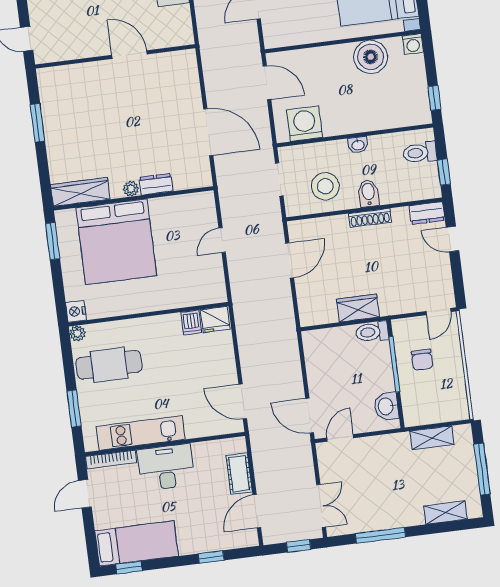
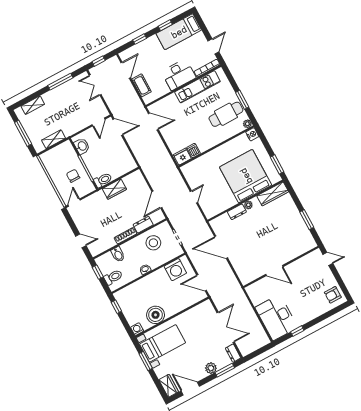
bidet: (368, 193) -> (118, 254), moved
dresser: (427, 213) -> (143, 225), moved
window: (74, 408) -> (242, 100), moved
window: (129, 568) -> (165, 25), moved

